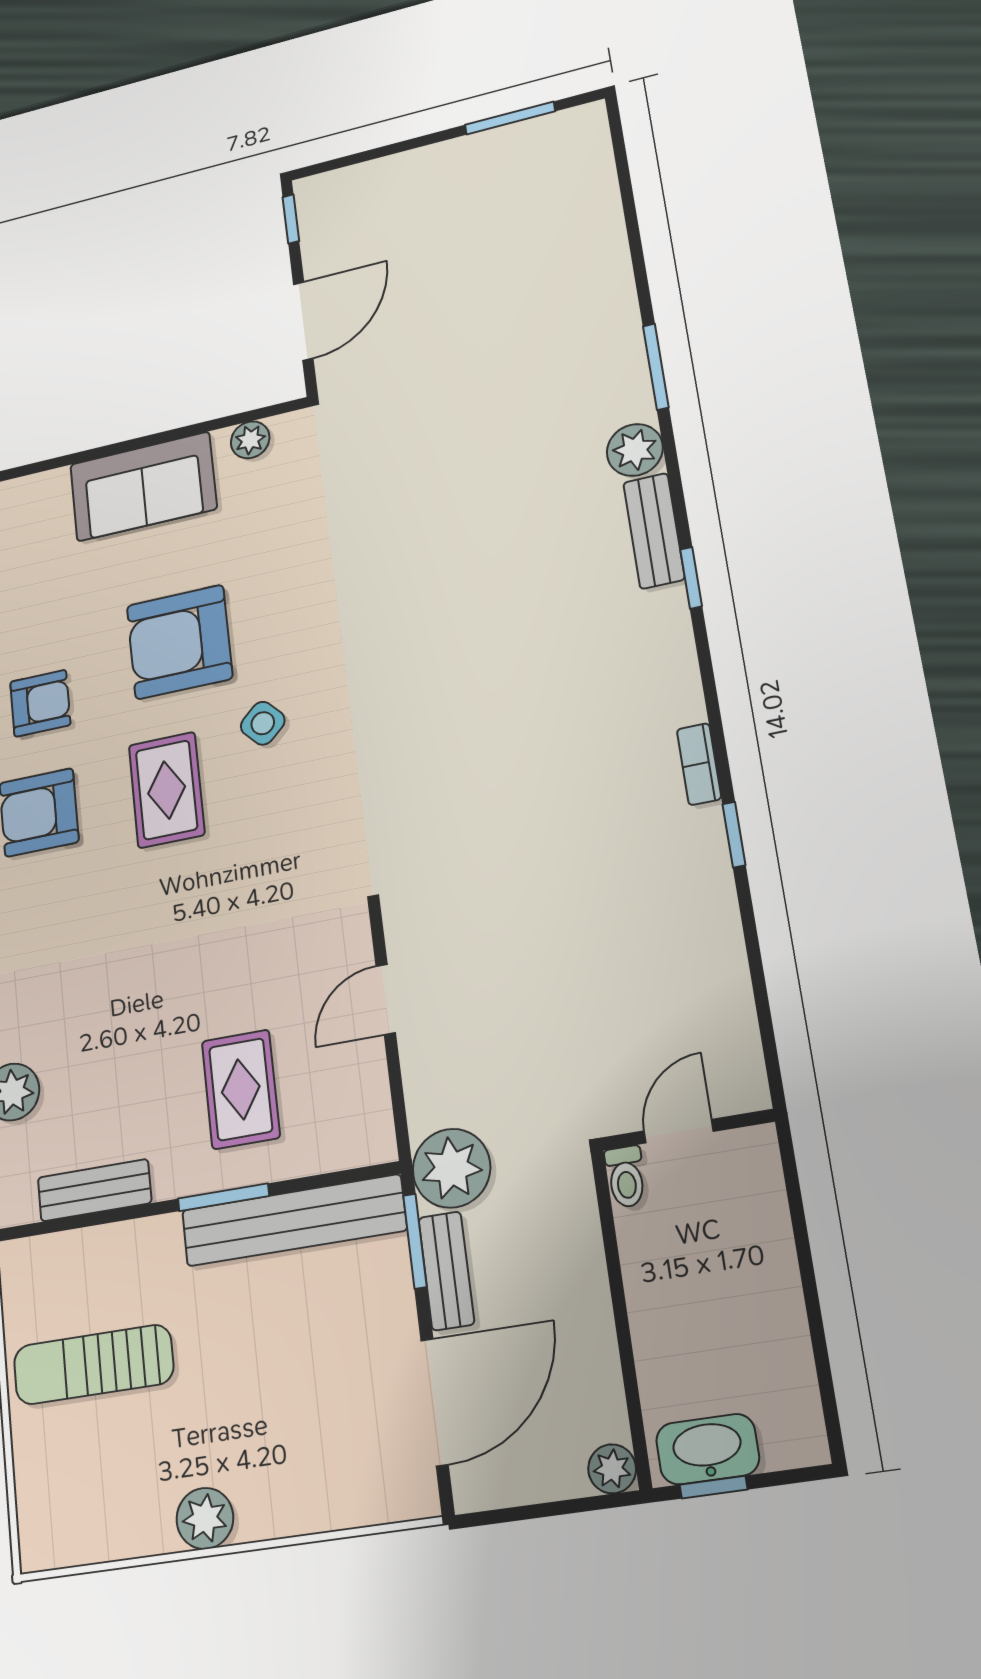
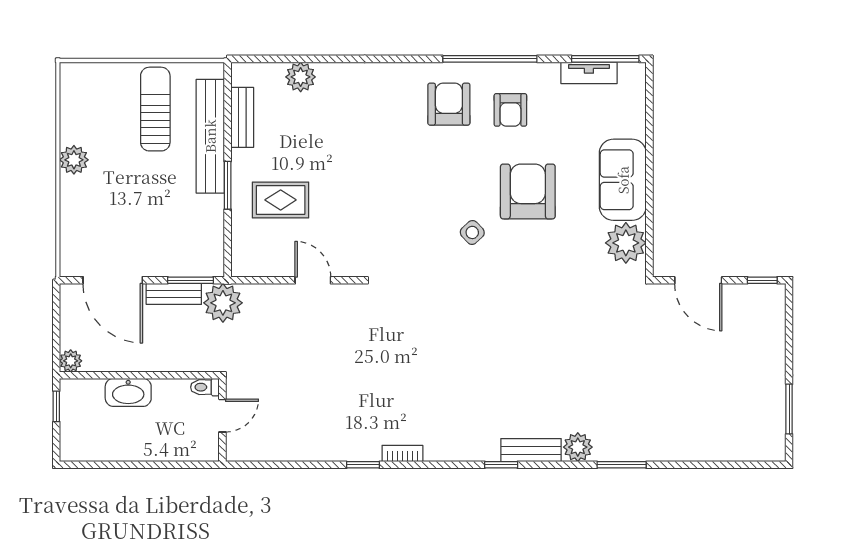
plant: (250, 440) -> (626, 243), width x1.88, depth x1.88
rug: (167, 790) -> (447, 176), removed
door: (679, 1131) -> (222, 416), hinge flipped
bench: (293, 1220) -> (210, 136), moved
washbasin: (708, 1449) -> (128, 392), moved, turned 90

